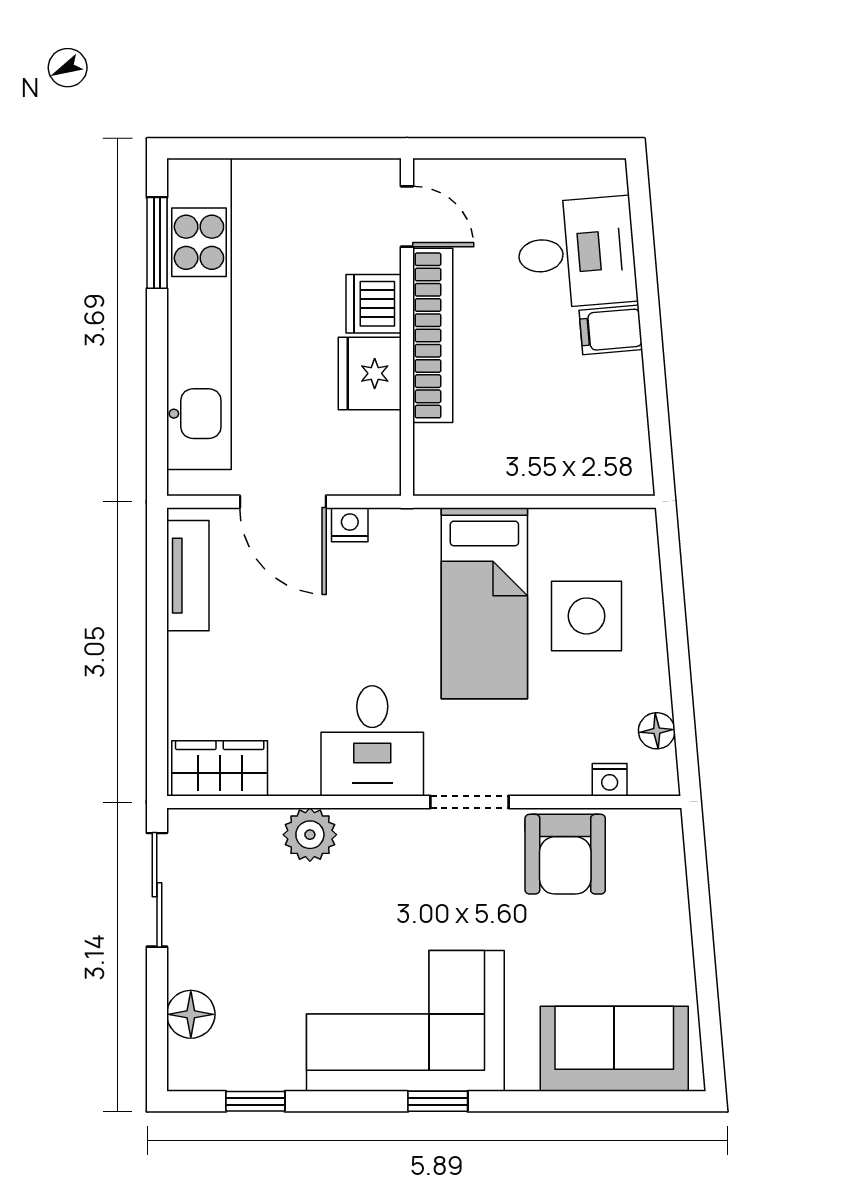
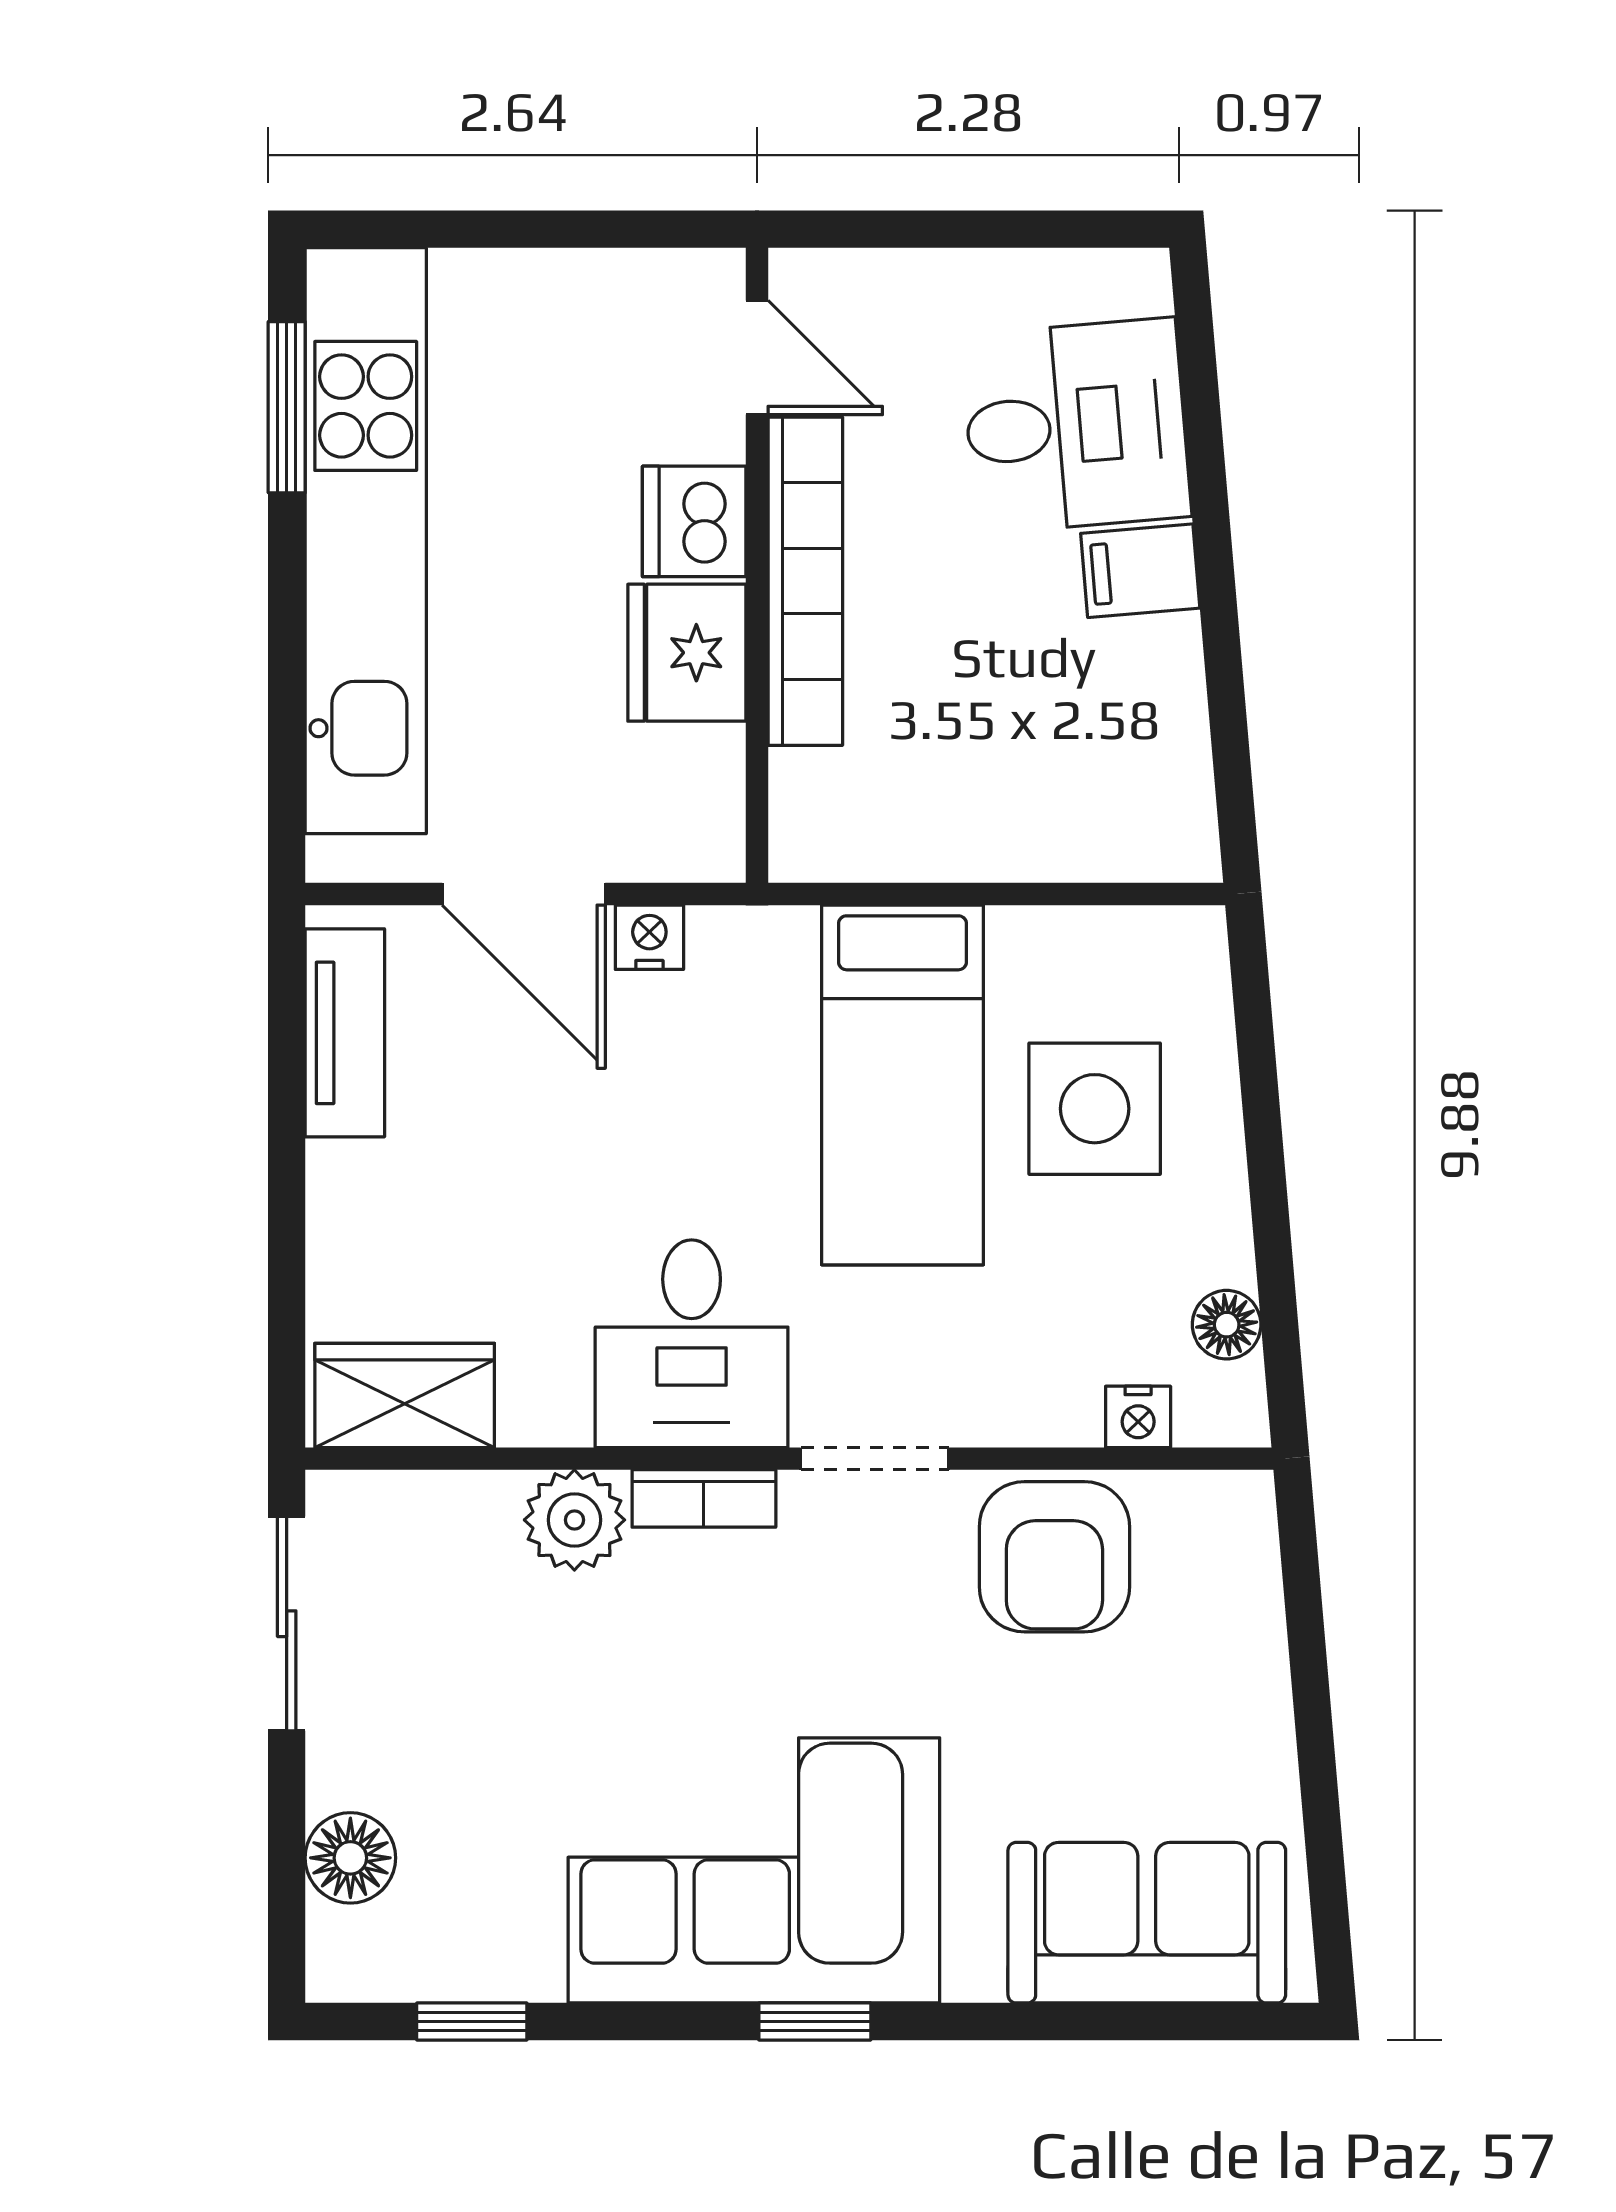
bookcase: (379, 823) -> (704, 1498), added

